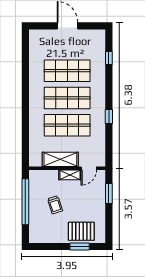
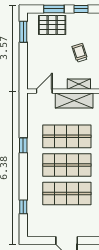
shelving: (70, 175) -> (79, 84), moved
window: (109, 194) -> (23, 32), moved
window: (54, 247) -> (81, 9), added

